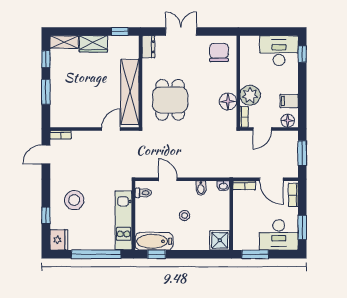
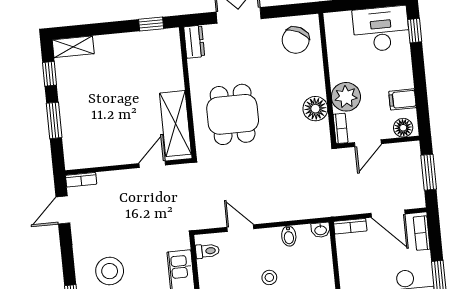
wardrobe: (93, 44) -> (115, 45), removed
chair: (219, 52) -> (296, 40), turned -152
shelving: (130, 92) -> (175, 124), width x0.68

